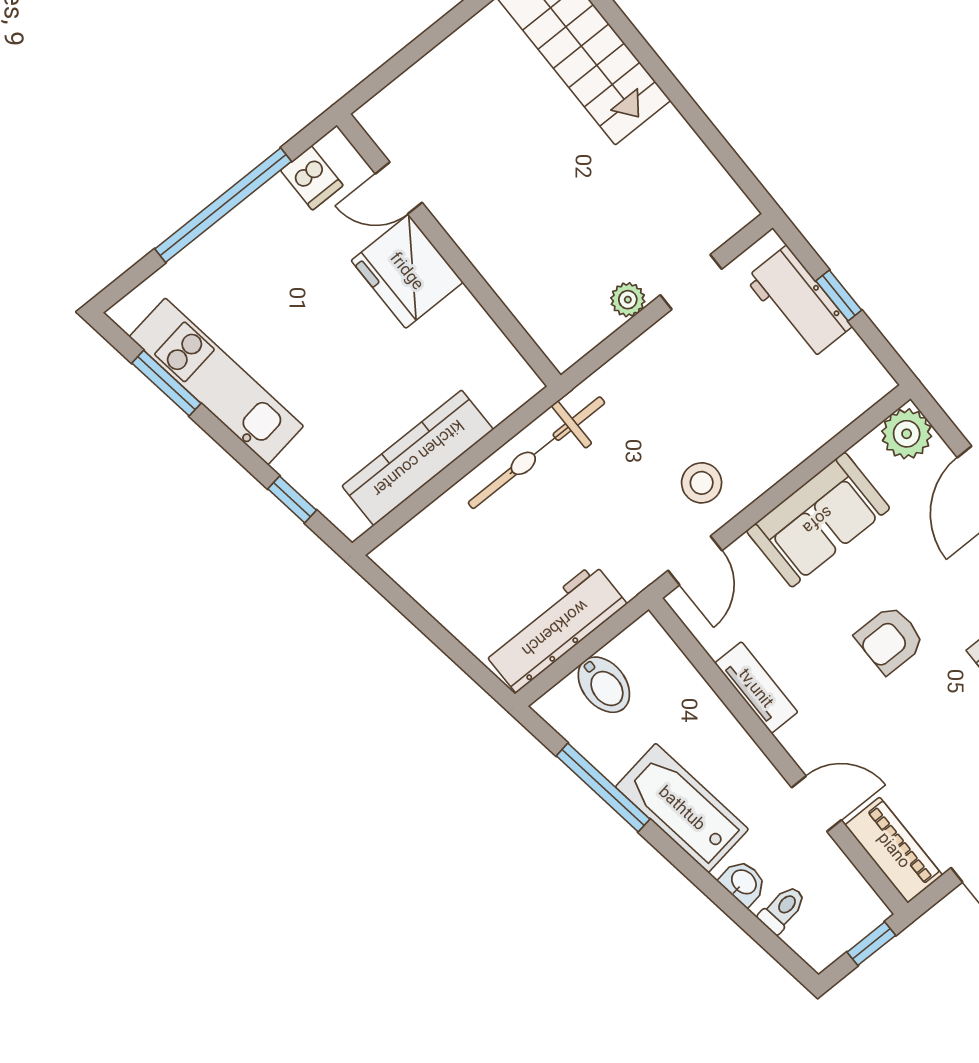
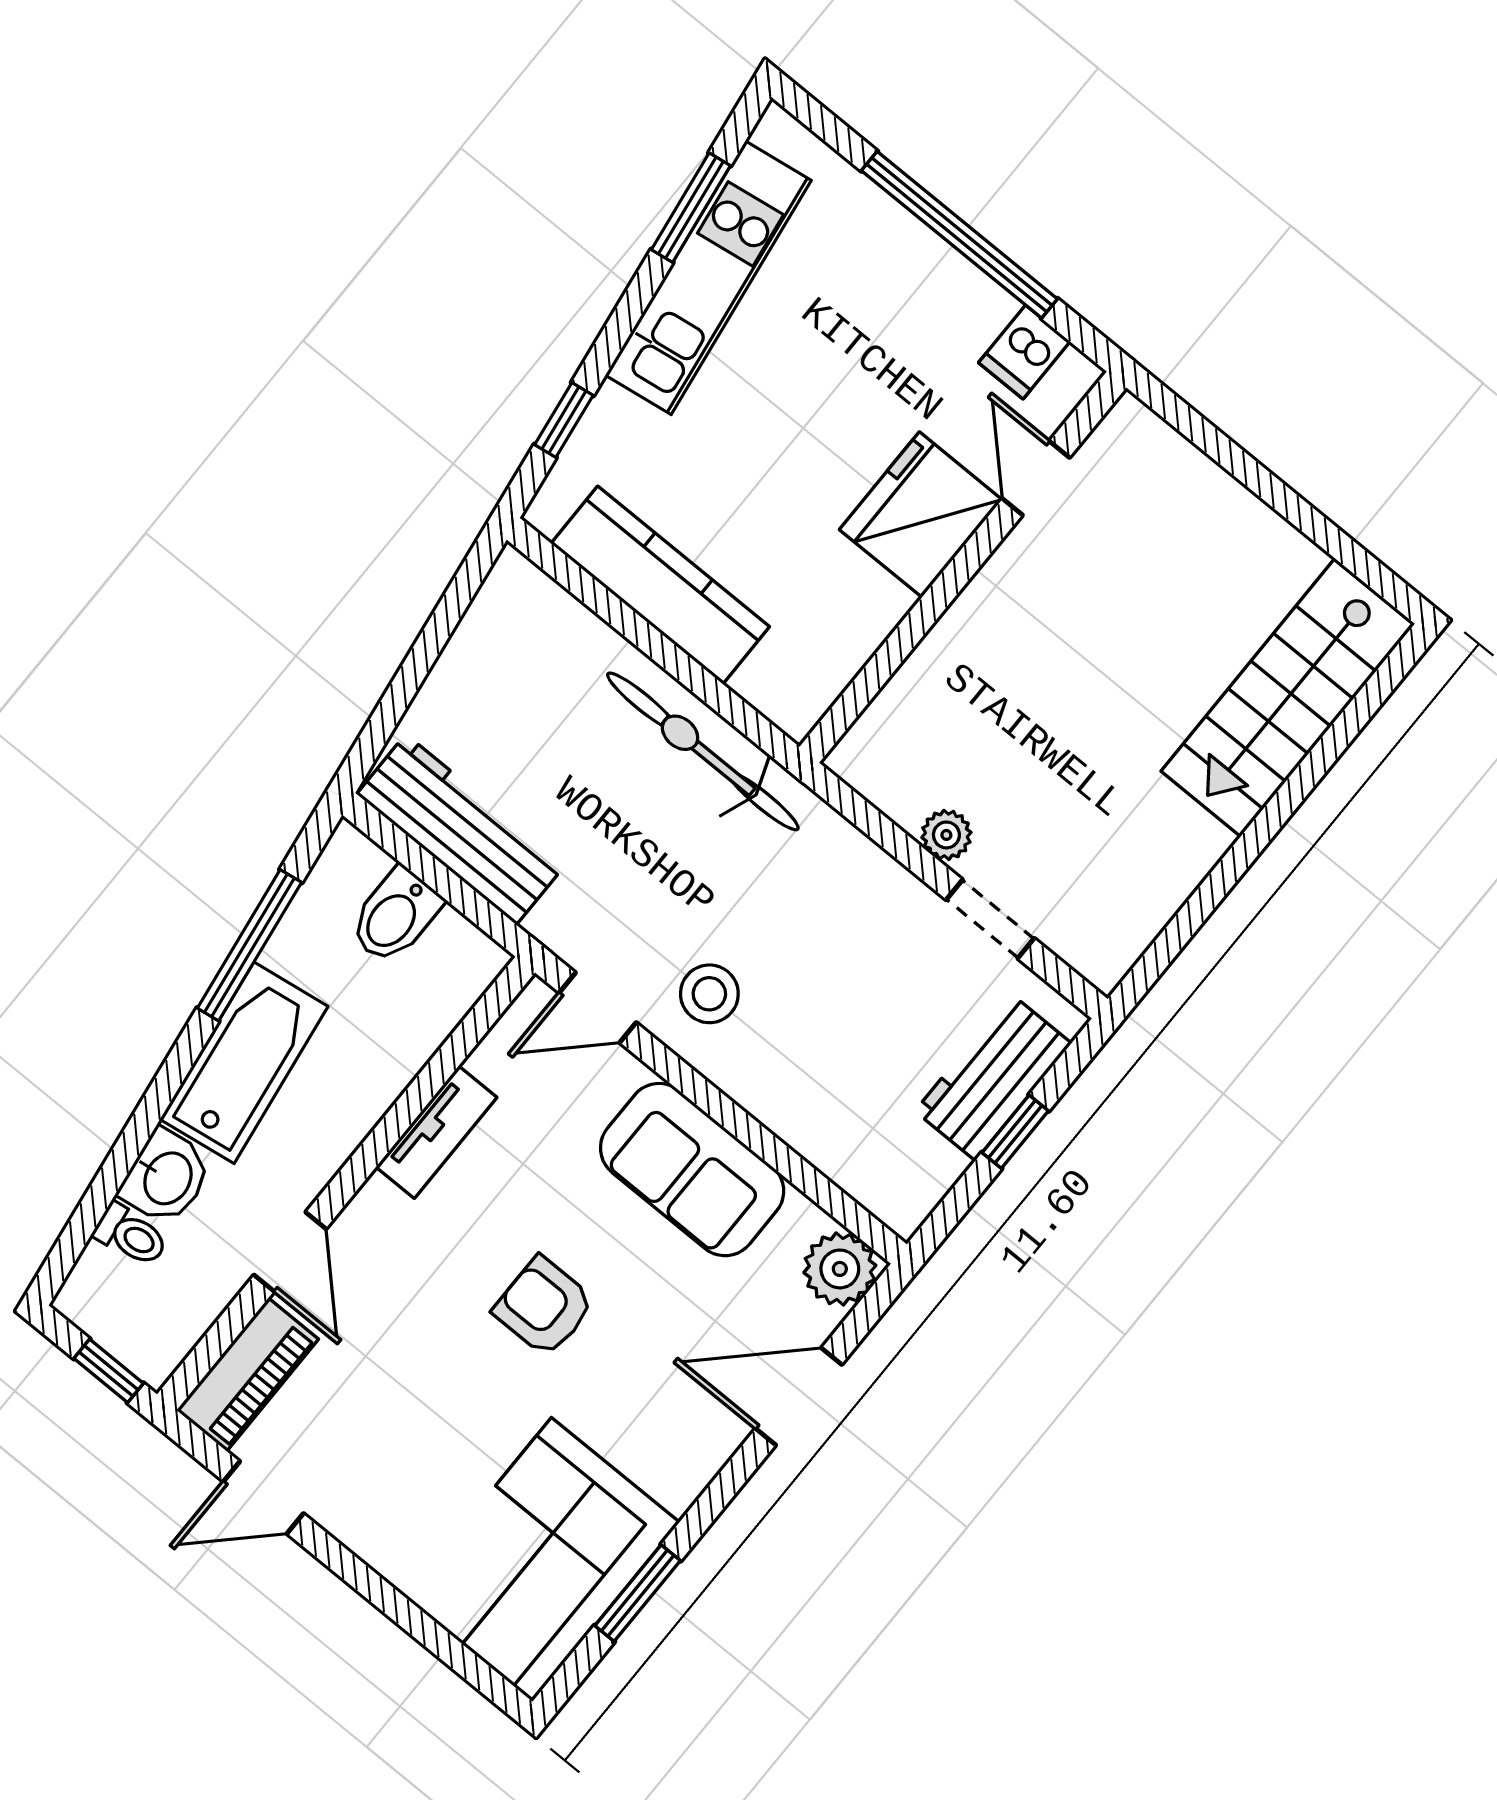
washbasin: (743, 883) -> (166, 1177), width x1.38, depth x1.45

